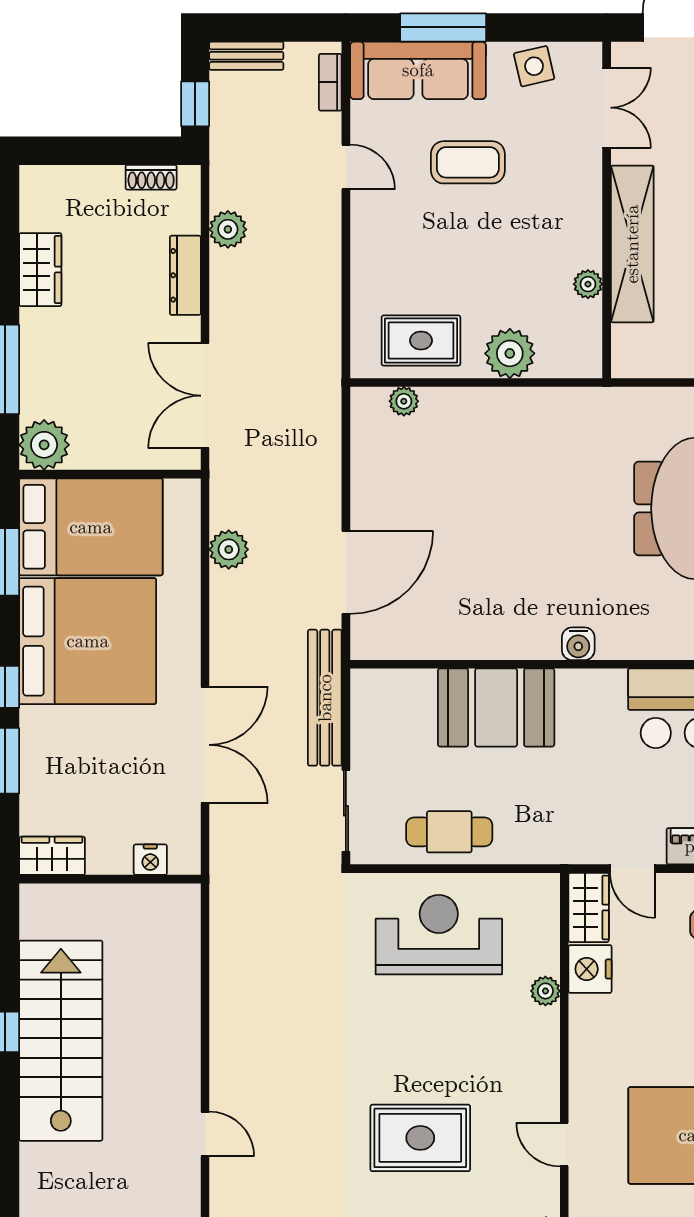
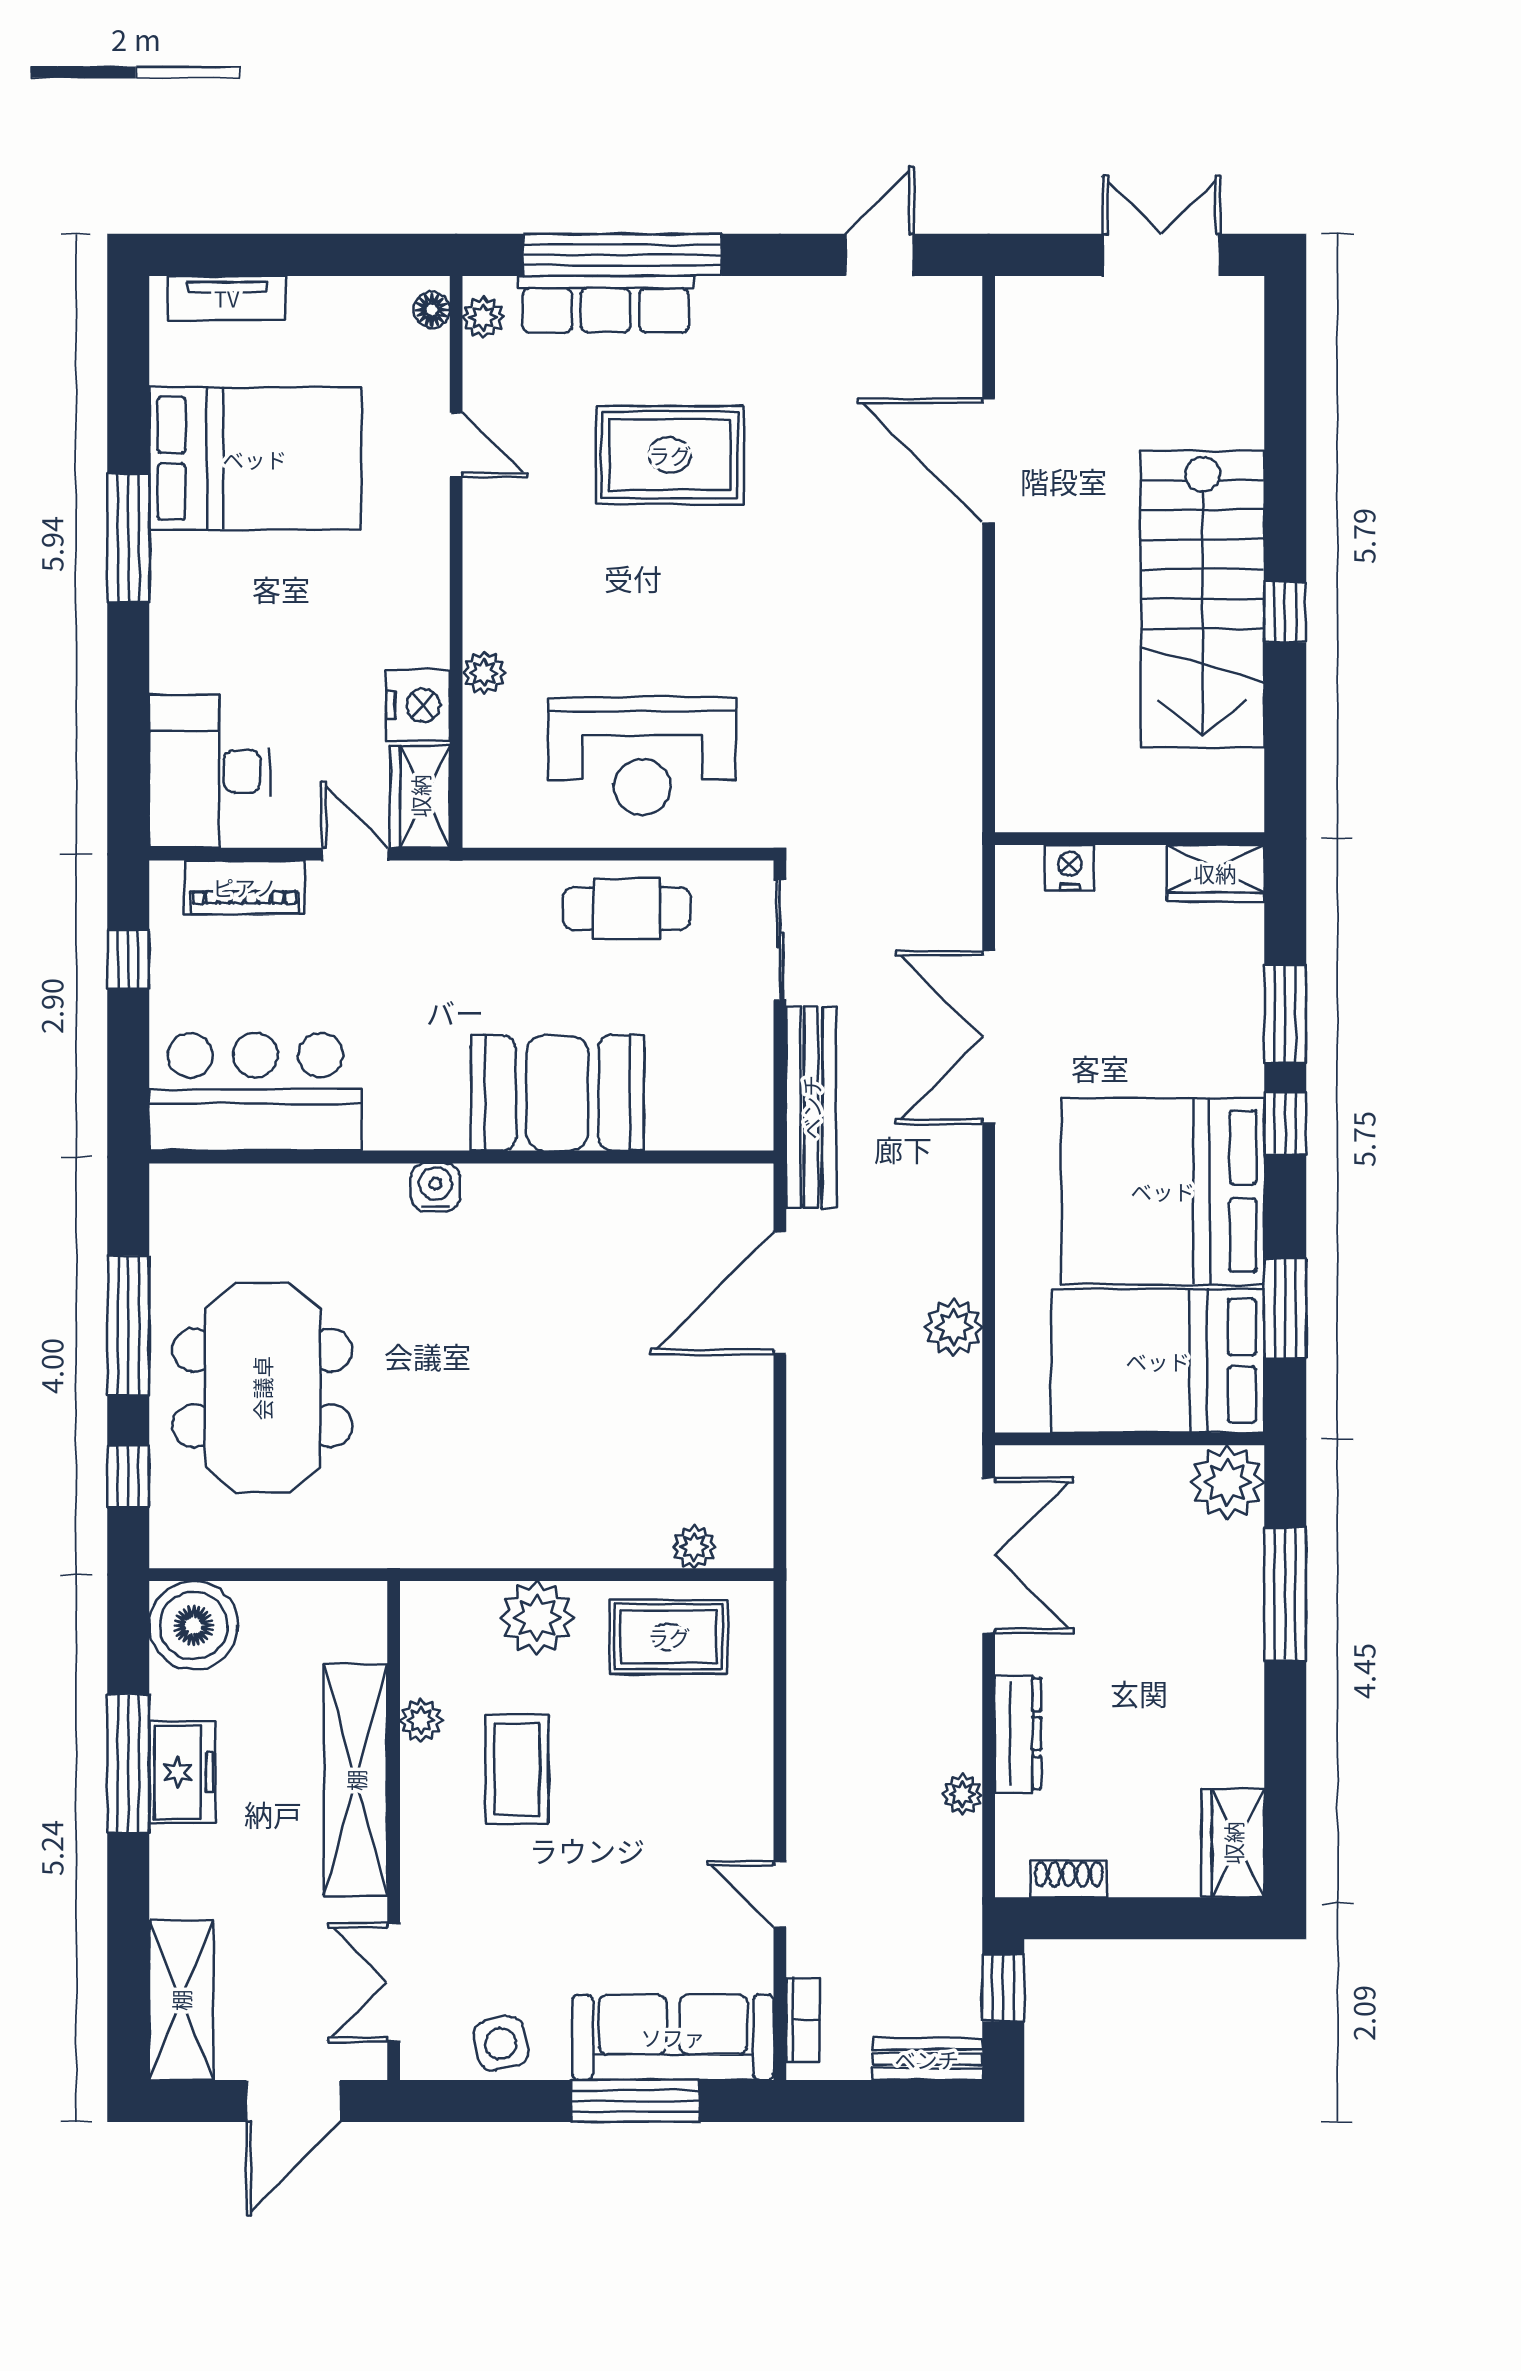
coffee table: (468, 162) -> (517, 1769), moved, turned 90
plant: (228, 229) -> (962, 1794), width x0.73, depth x0.73
wardrobe: (40, 270) -> (1233, 1843), moved
door: (205, 1134) -> (989, 461), width x1.88

